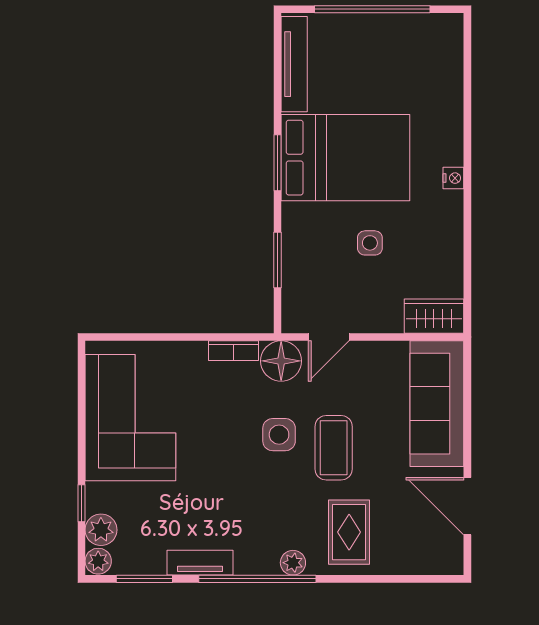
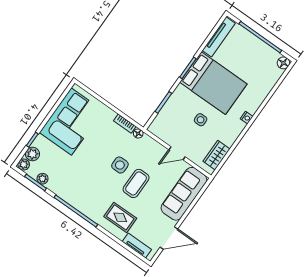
floor lamp: (450, 27) -> (283, 63), added
wardrobe: (434, 316) -> (216, 155), moved, turned -90
door: (329, 337) -> (177, 153), moved
floor lamp: (281, 361) -> (138, 134), width x0.53, depth x0.53
door: (467, 506) -> (169, 238), swing flipped
rug: (349, 532) -> (120, 217), turned 90
tv unit: (200, 563) -> (137, 245), moved
plant: (293, 563) -> (42, 179), moved

